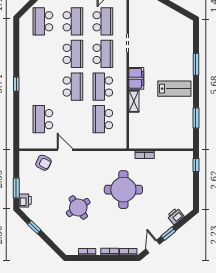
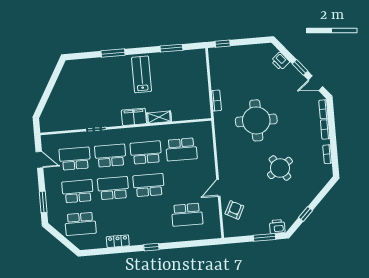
locker: (24, 54) -> (118, 241), added
school desk: (103, 87) -> (146, 152), turned 180

